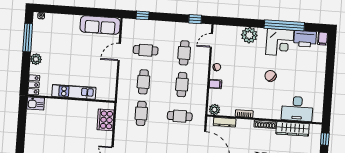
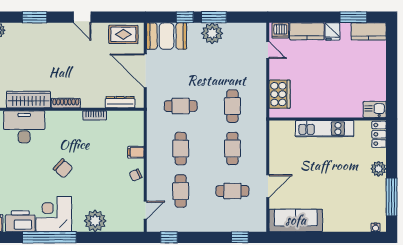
plant: (214, 110) -> (135, 118), removed

